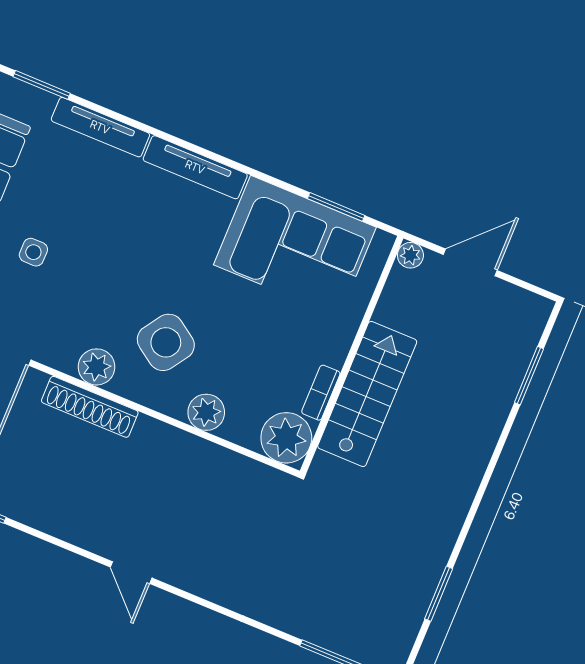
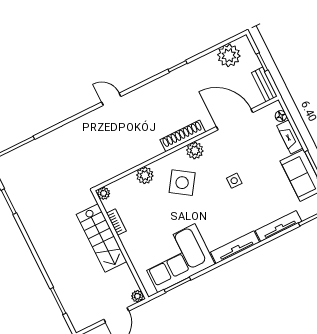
side table: (33, 252) -> (234, 181), moved
plant: (286, 438) -> (104, 193), width x0.53, depth x0.53

